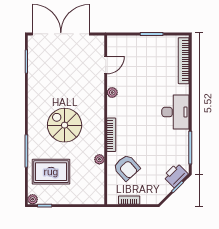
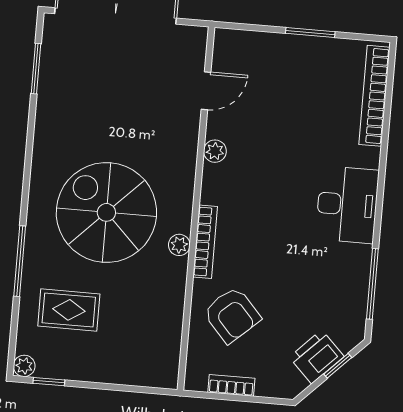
spiral stairs: (65, 125) -> (106, 212), width x1.37, depth x1.37
plant: (99, 159) -> (179, 245), moved
rug: (51, 172) -> (69, 310), width x0.73, depth x0.70
printer: (176, 175) -> (317, 357), moved

